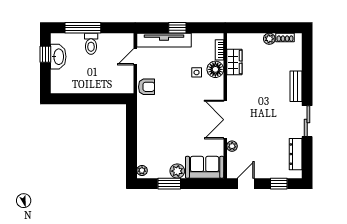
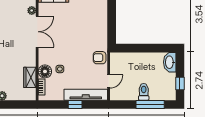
washbasin: (58, 57) -> (170, 62), moved

